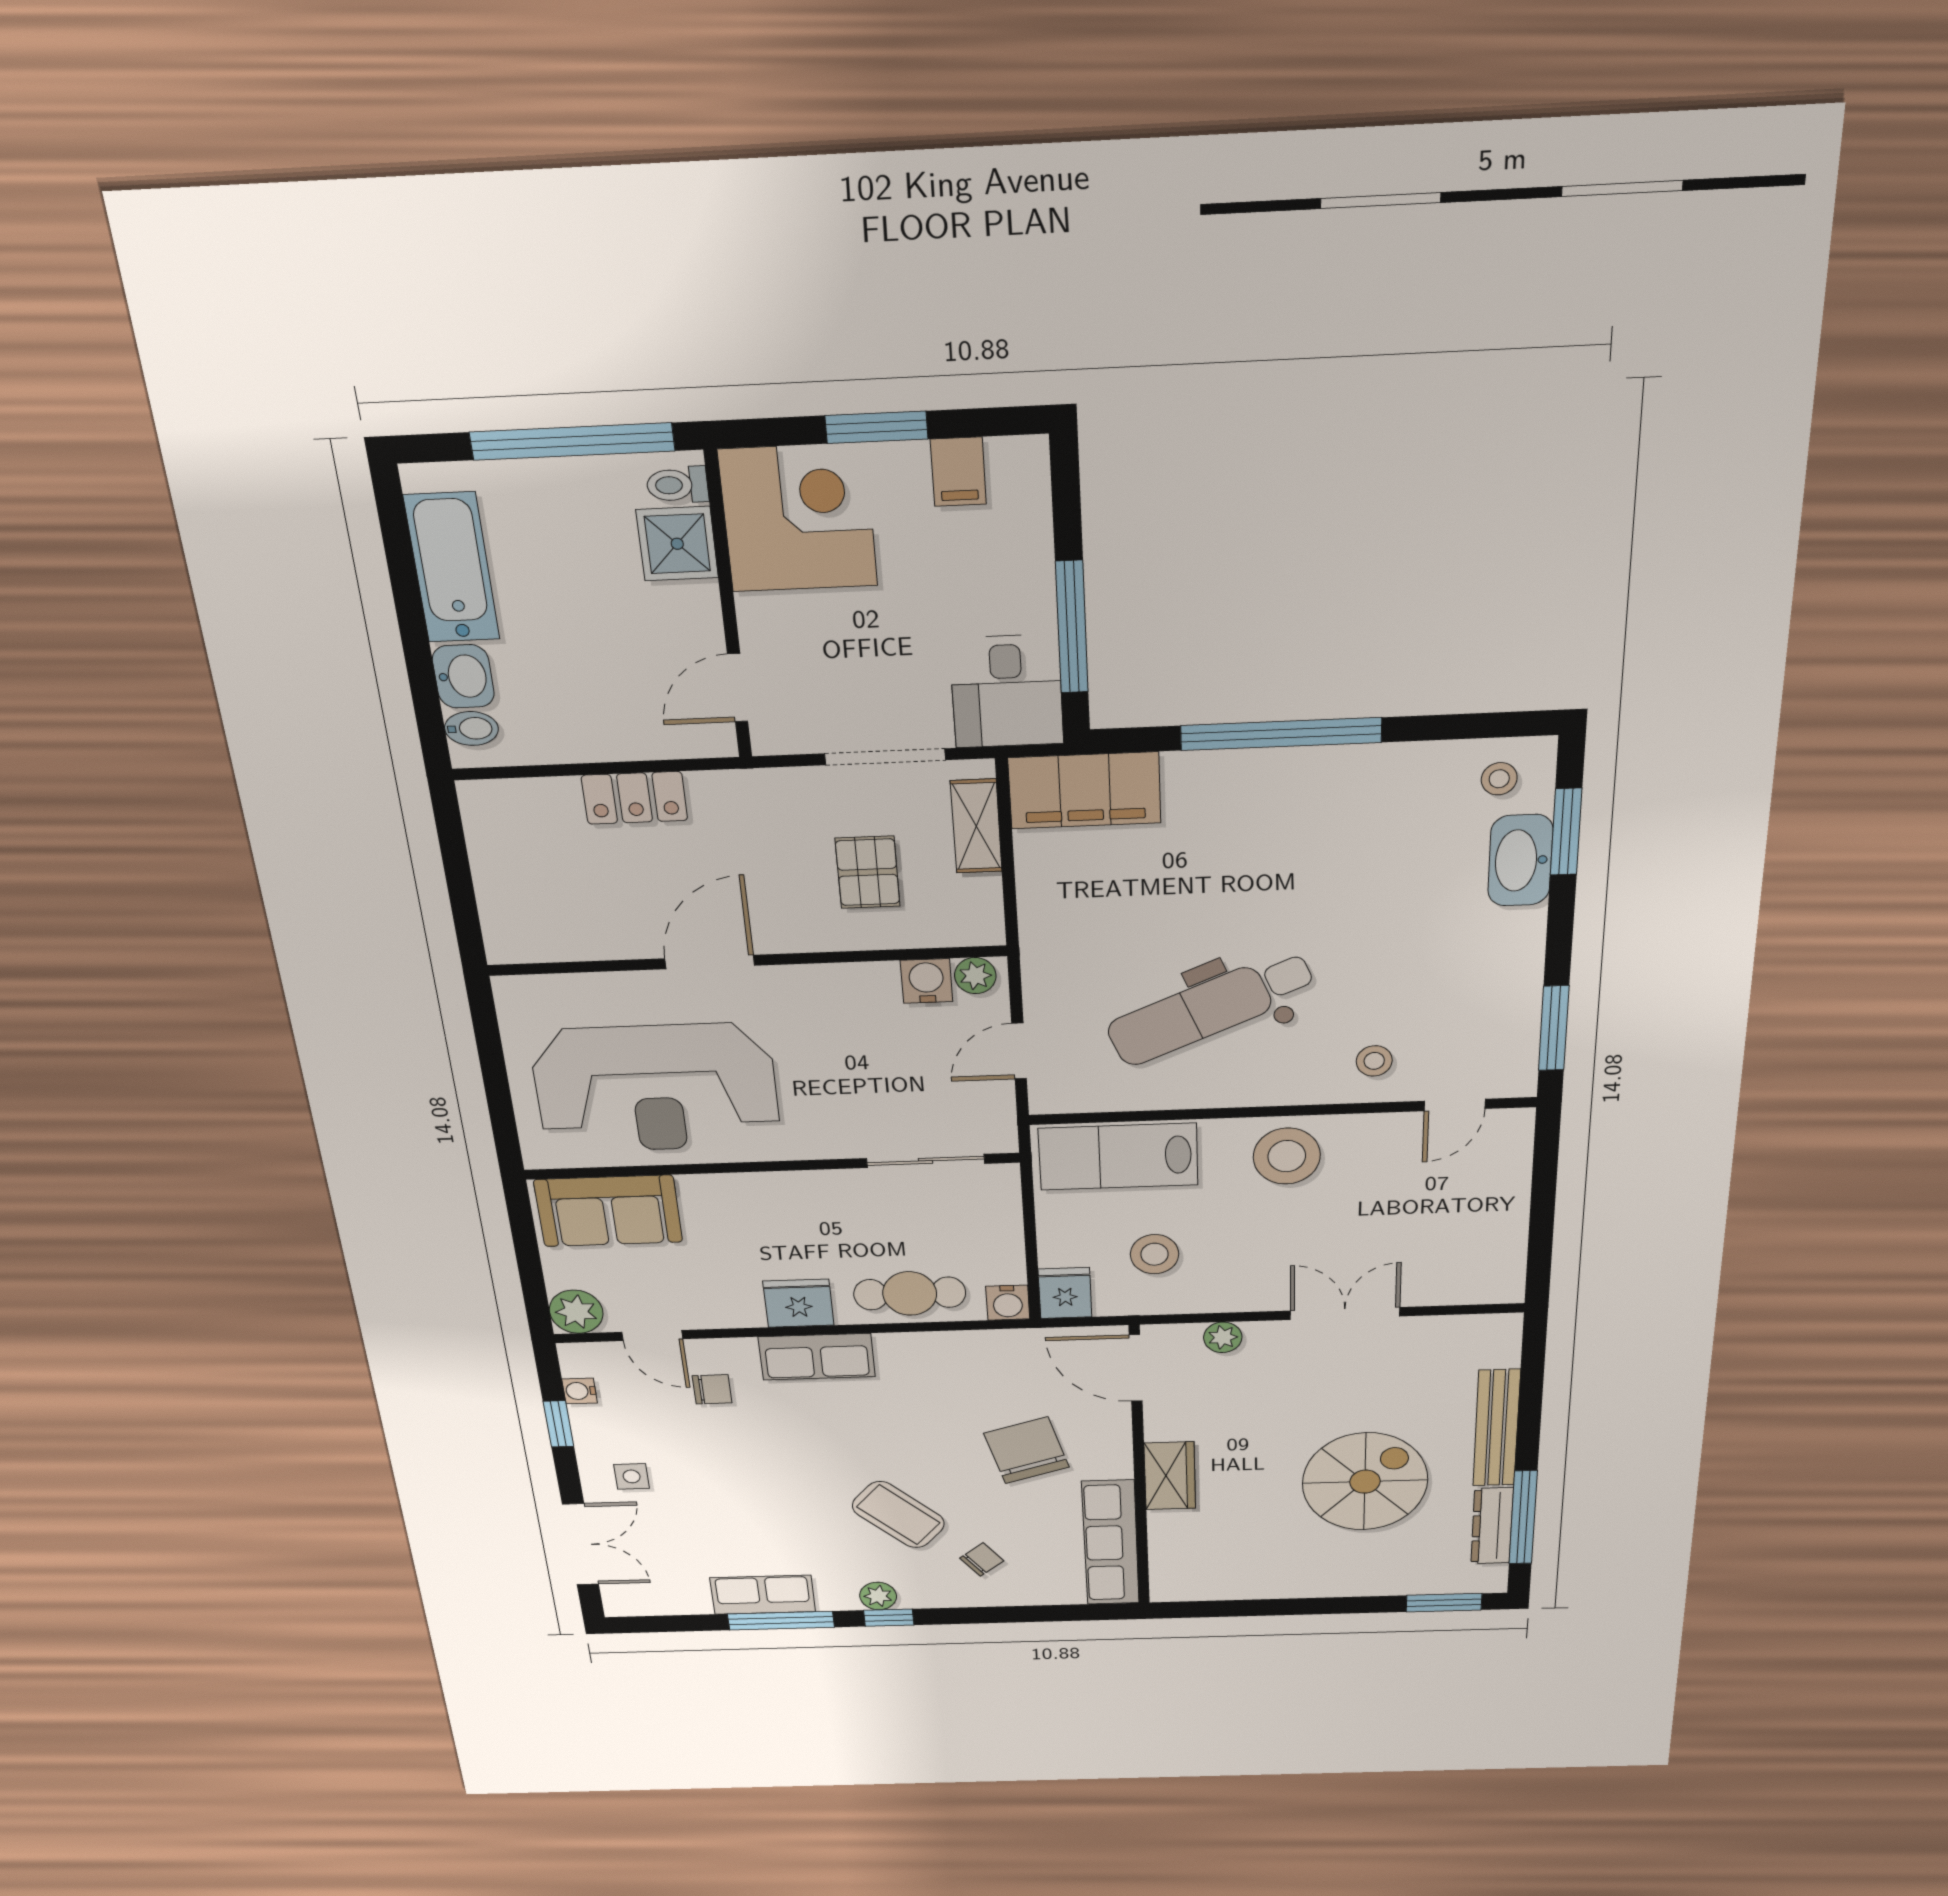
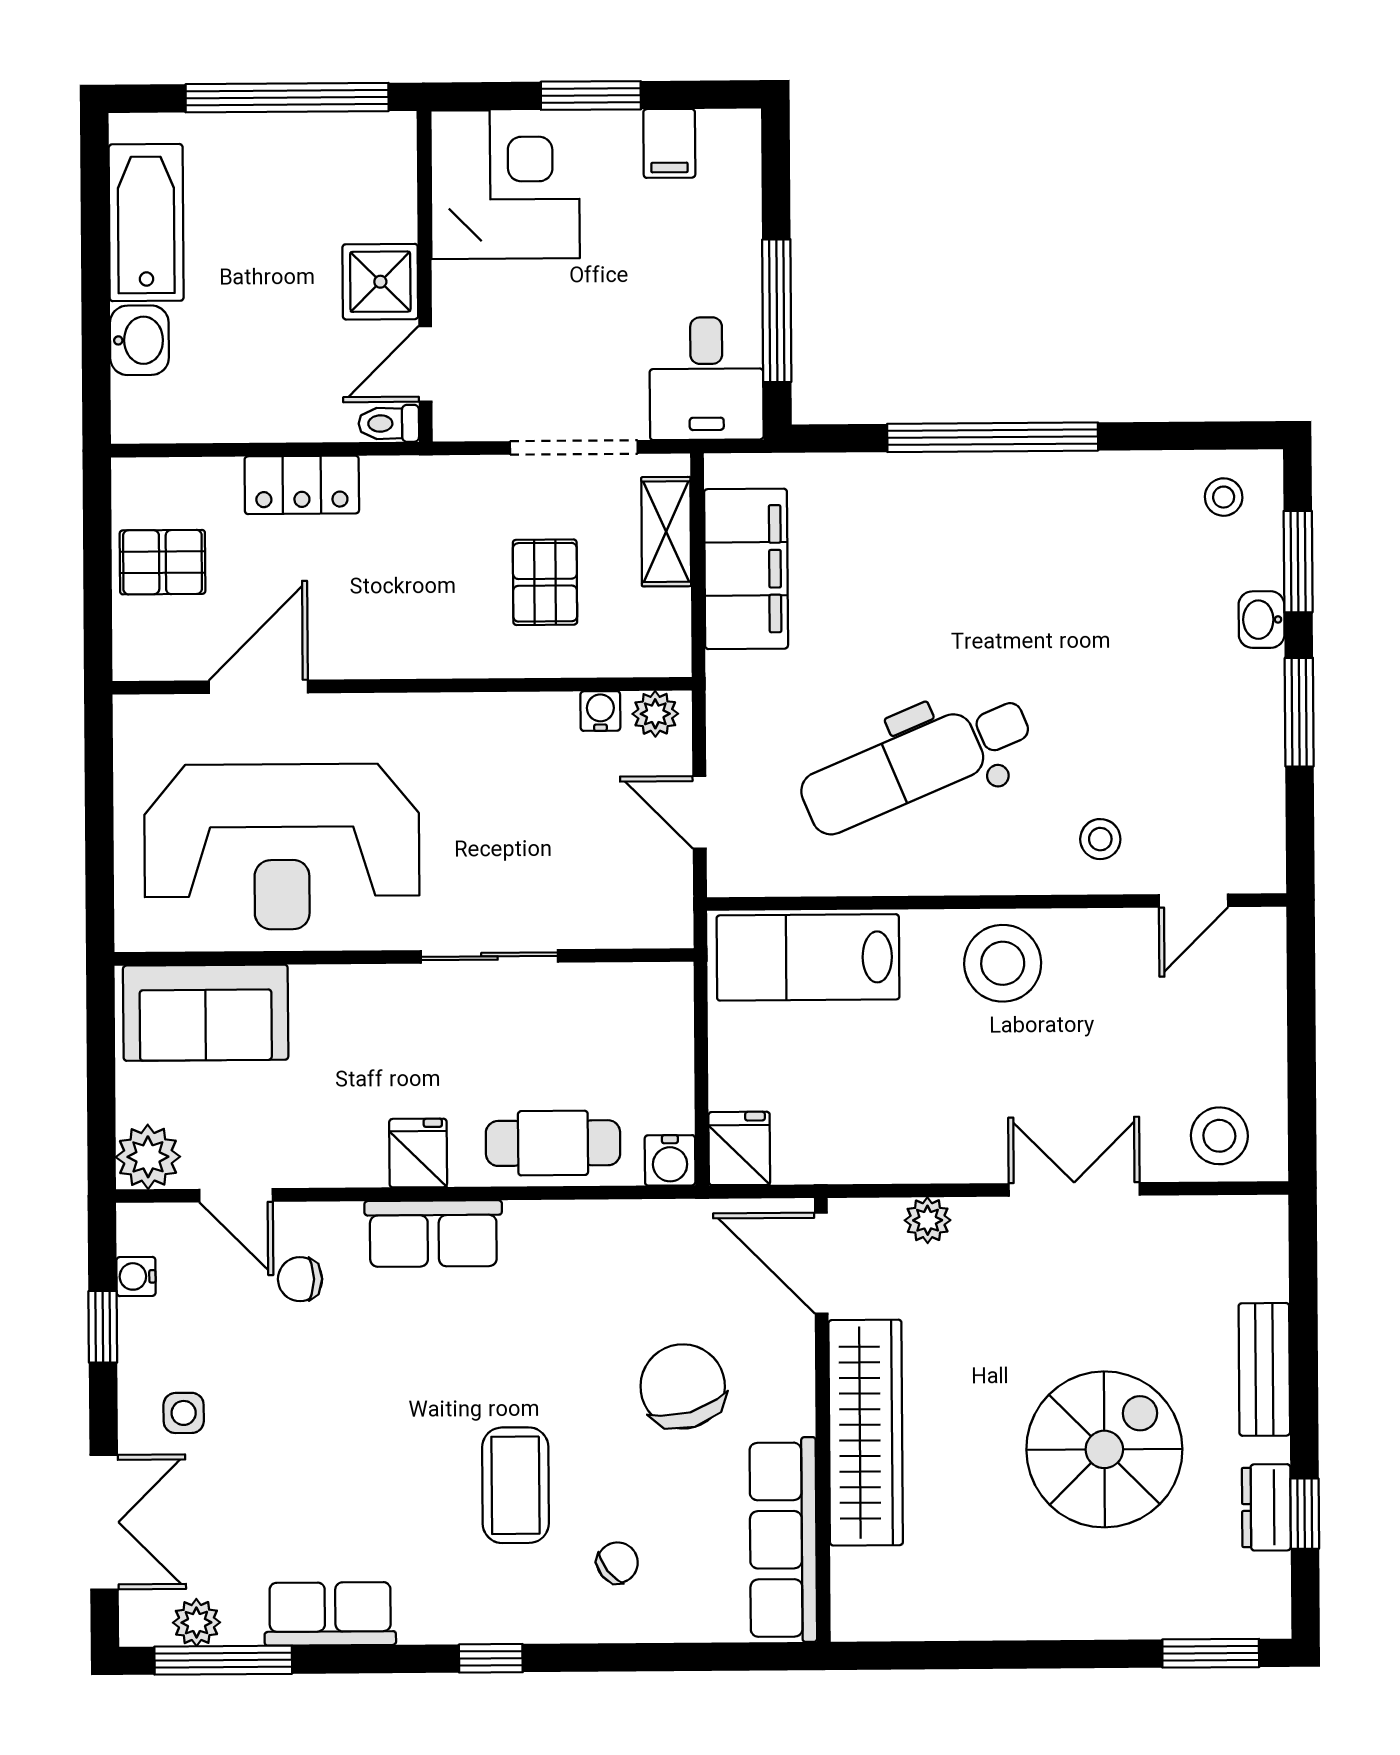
toilet: (677, 485) -> (389, 423), moved
shower: (677, 544) -> (380, 282), moved
bidet: (471, 728) -> (139, 399), removed
filing cabinet: (1085, 790) -> (746, 569), moved, turned -90
washbasin: (1520, 860) -> (1262, 620), width x0.52, depth x0.69
pallet: (516, 867) -> (162, 562), added
door: (710, 962) -> (258, 687), moved
water cooler: (926, 981) -> (600, 711), width x0.72, depth x0.72
window: (1554, 1028) -> (1299, 712), moved
door: (1019, 1051) -> (700, 812), hinge flipped
sliding door: (926, 1161) -> (489, 956), moved
stool: (1155, 1254) -> (1219, 1136), moved
fridge: (798, 1303) -> (418, 1153), width x0.72
chair: (712, 1389) -> (300, 1279), turned 180
bench: (1497, 1428) -> (1264, 1369), width x0.73
wardrobe: (1170, 1476) -> (866, 1433), width x2.10, depth x1.17
coffee table: (898, 1515) -> (515, 1485), turned 48
window: (1523, 1517) -> (1305, 1514), width x0.46
dresser: (1492, 1526) -> (1266, 1507), width x0.70
plant: (878, 1596) -> (196, 1623), moved
window: (781, 1621) -> (223, 1660), moved

